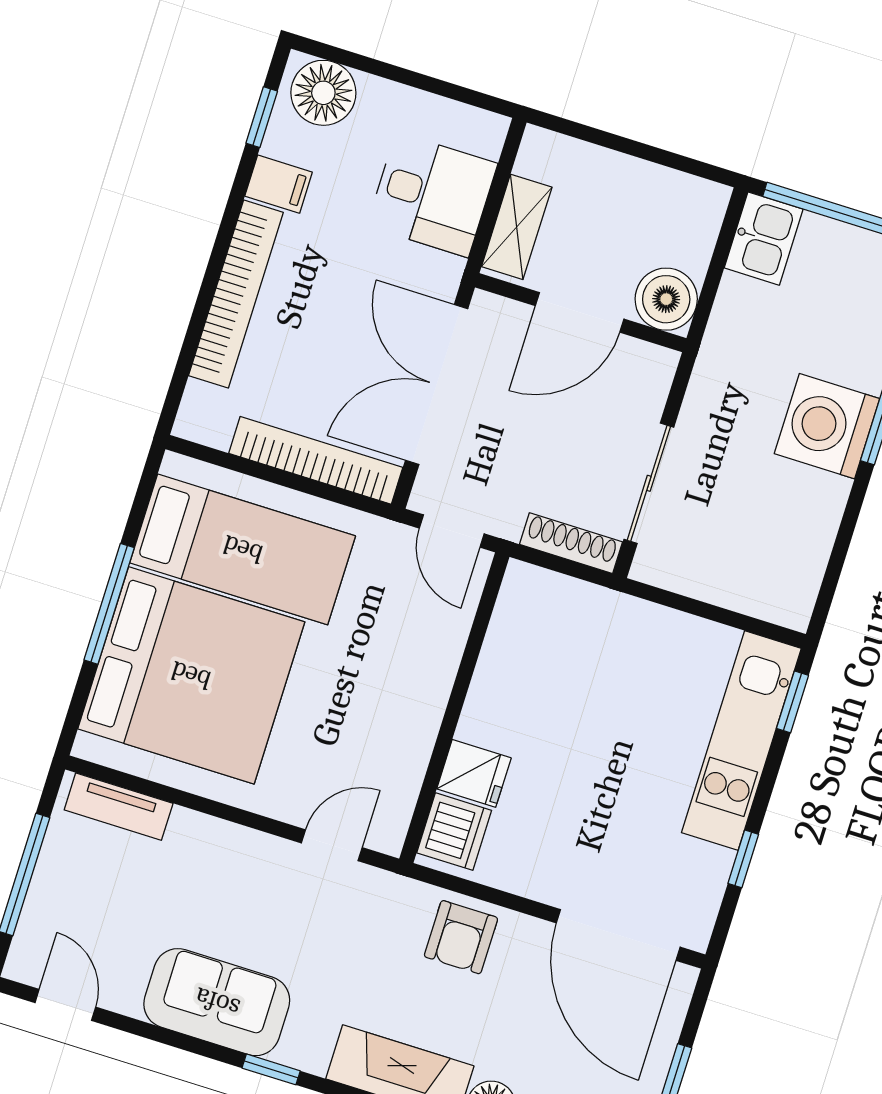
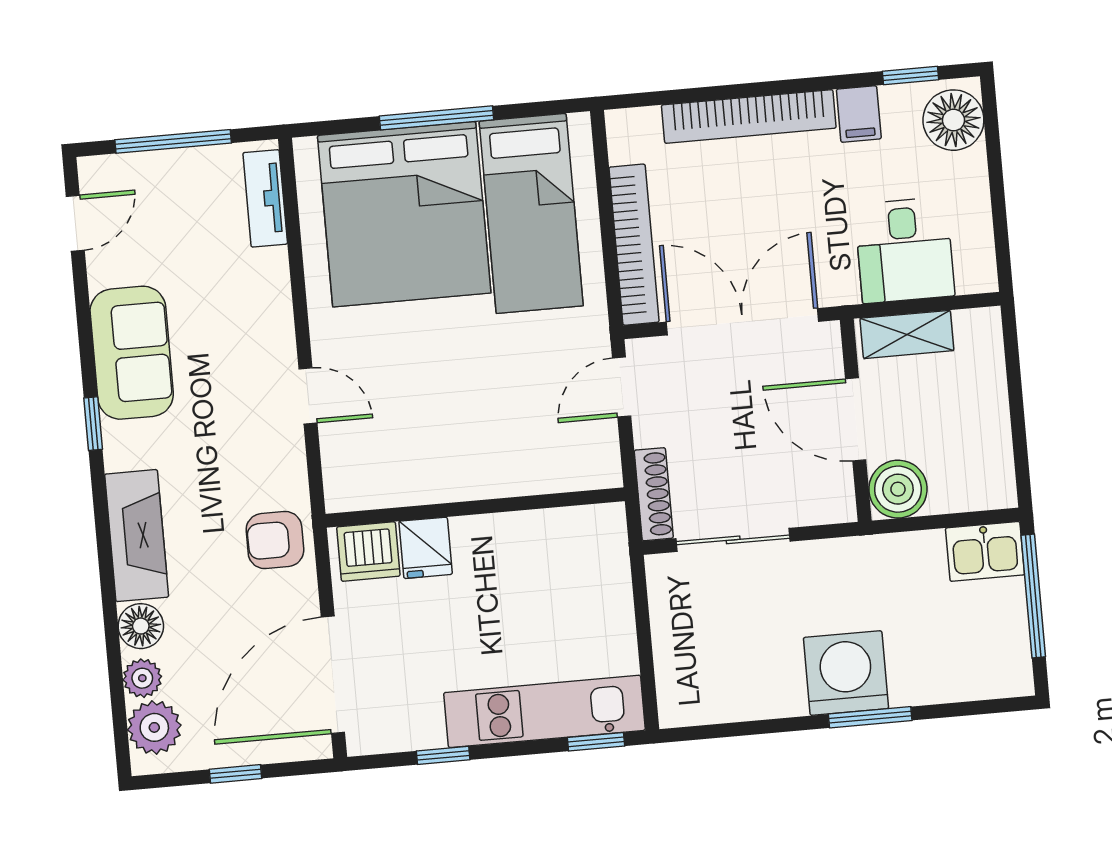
wall: (454, 708) -> (475, 507), moved
fridge: (474, 773) -> (426, 548), moved
dishwasher: (454, 832) -> (368, 551), moved

